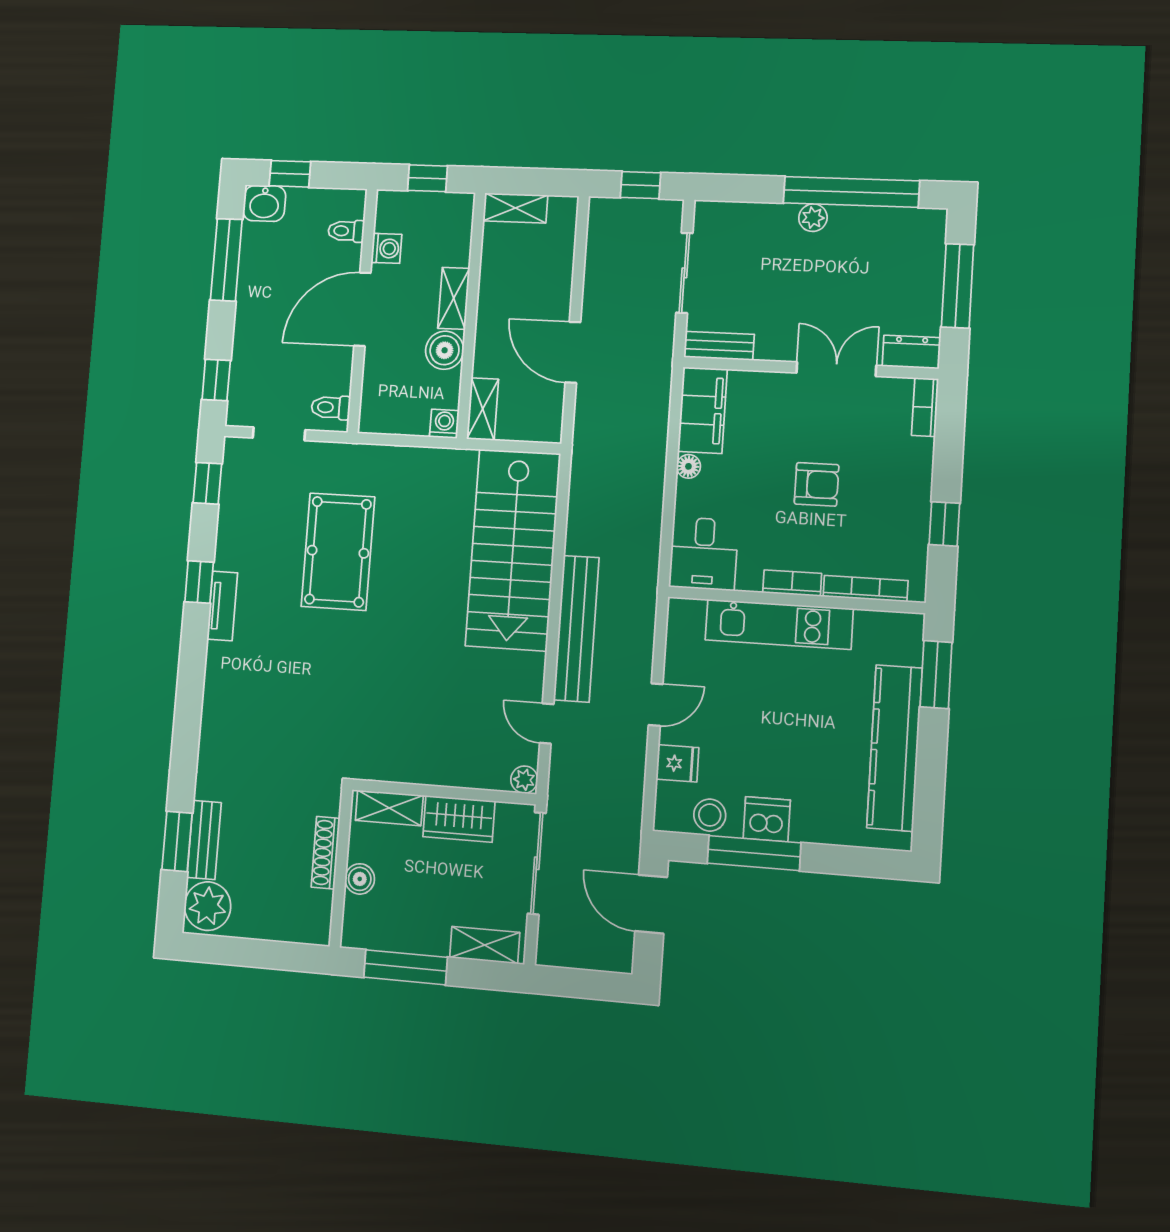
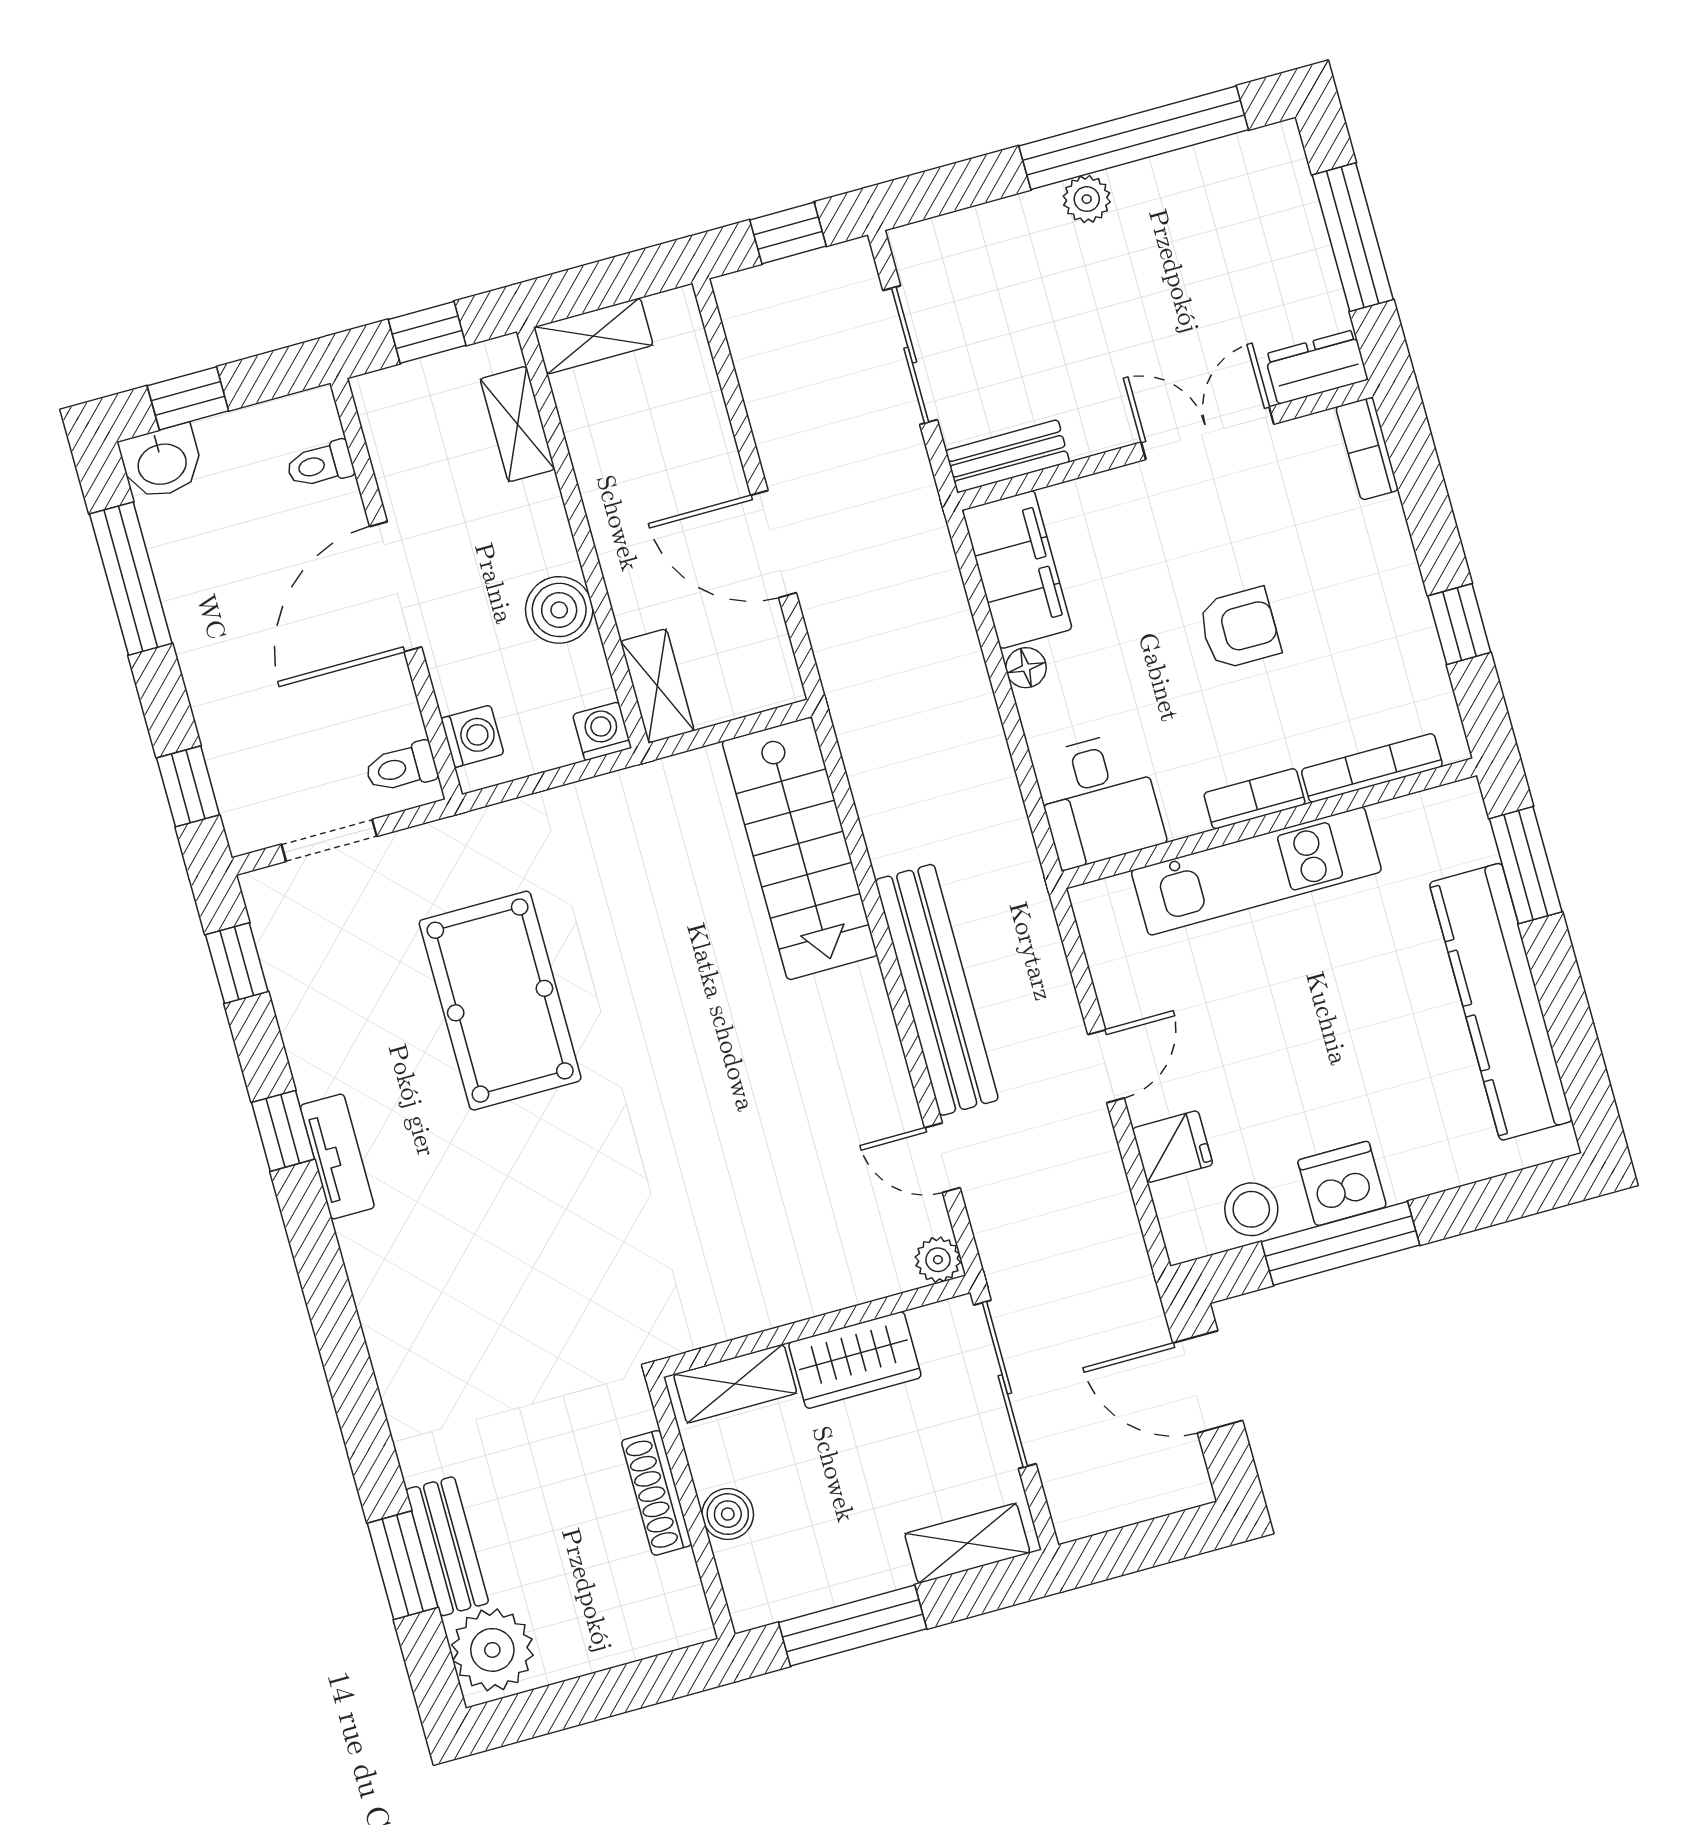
washing machine: (386, 248) -> (472, 736), moved
shelving: (454, 298) -> (518, 424), moved
stairs: (513, 550) -> (800, 848), width x0.73, depth x0.66

